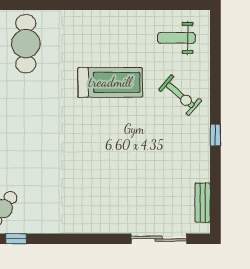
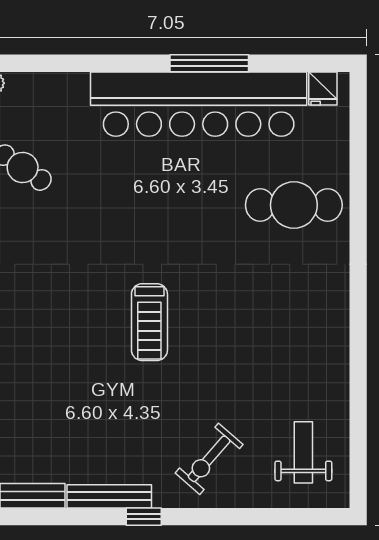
treadmill: (110, 82) -> (149, 322), moved, width x0.73, depth x0.73
bench: (203, 156) -> (109, 496), added

